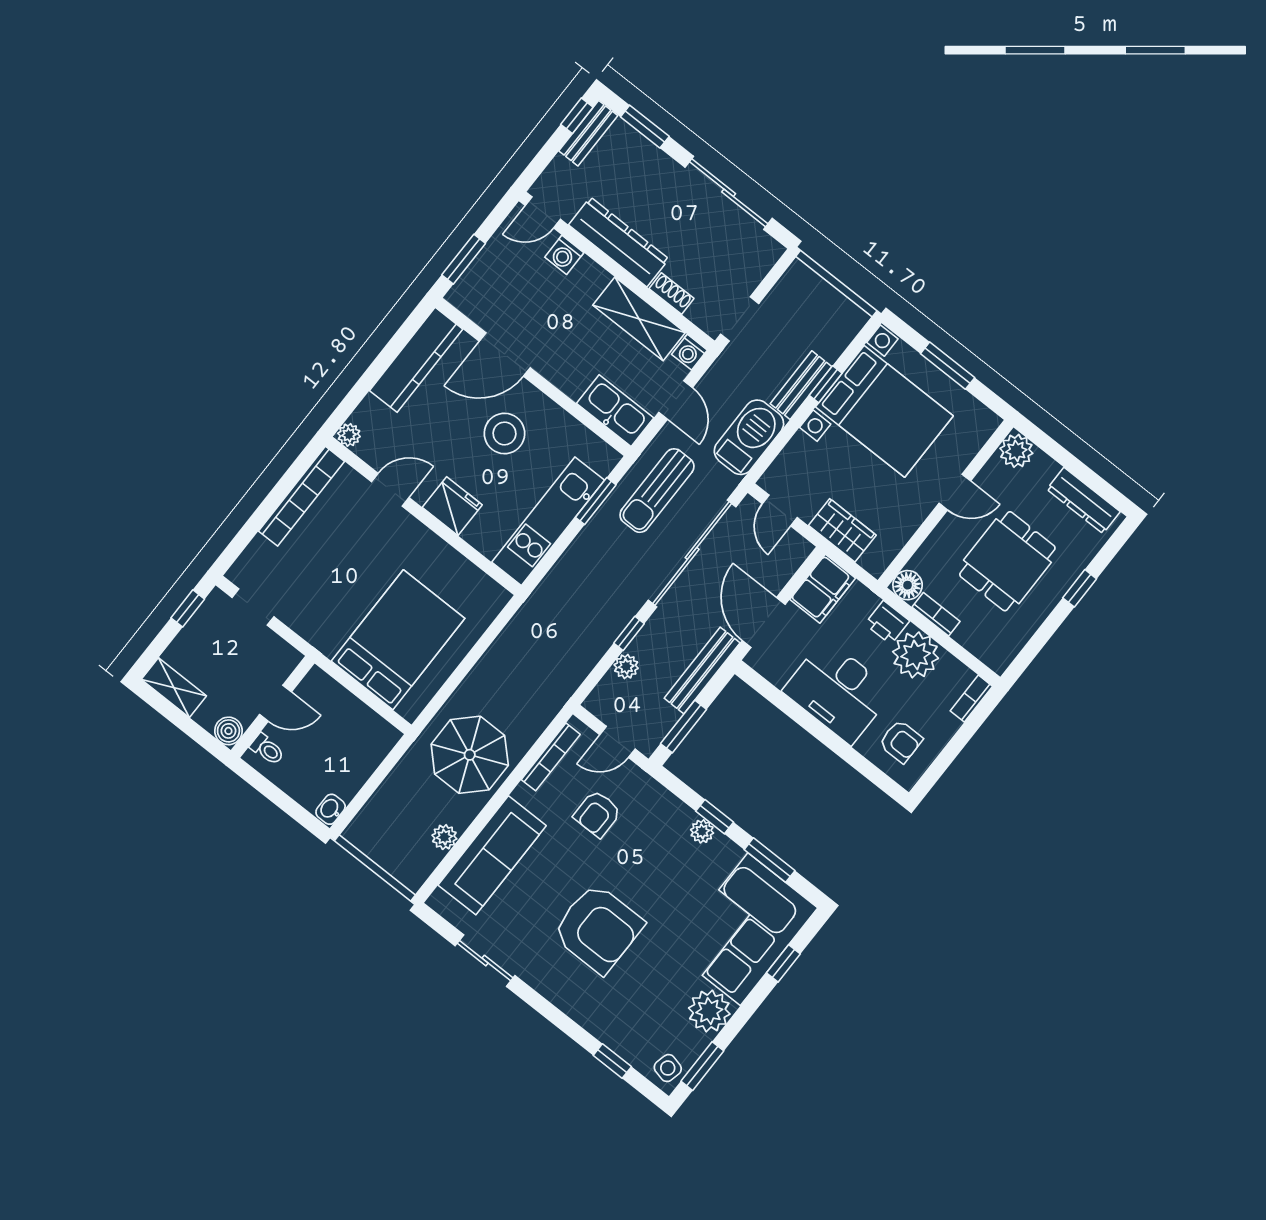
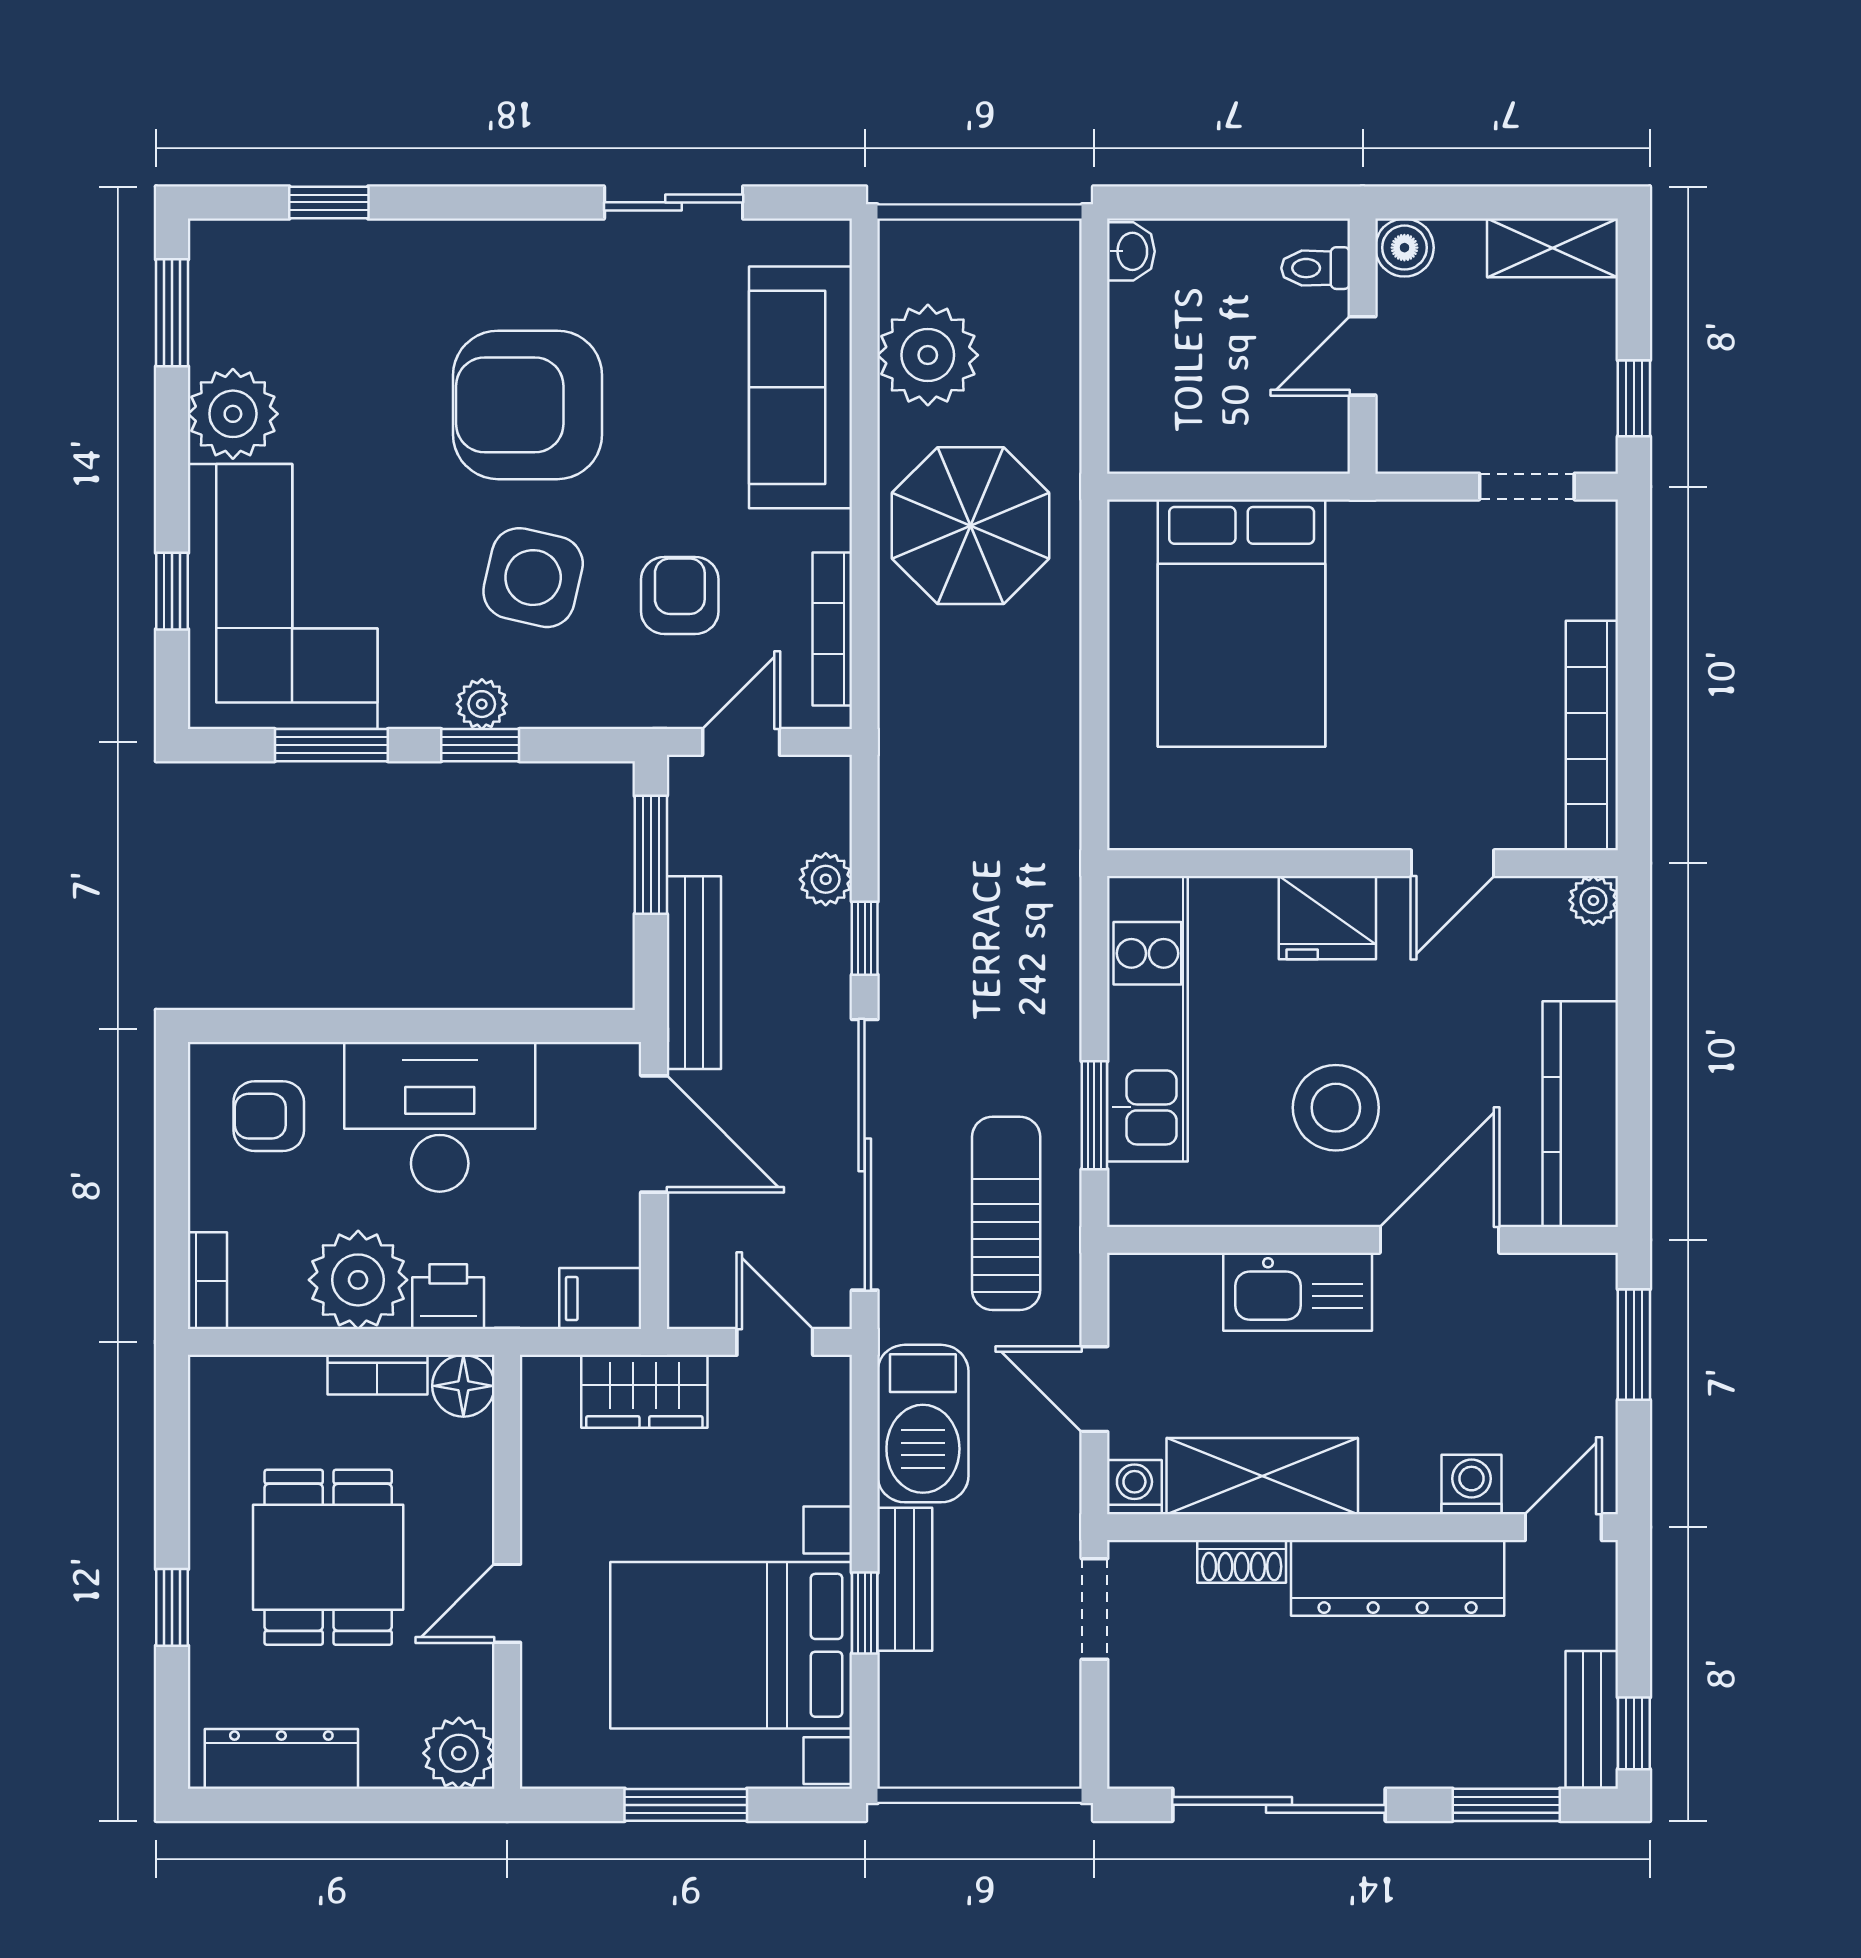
kitchen sink: (615, 411) -> (1298, 1292), moved
filing cabinet: (823, 589) -> (600, 1299), width x0.50
plant: (444, 837) -> (928, 355), width x1.87, depth x1.87
side table: (668, 1068) -> (533, 578), moved, width x1.87, depth x1.87

